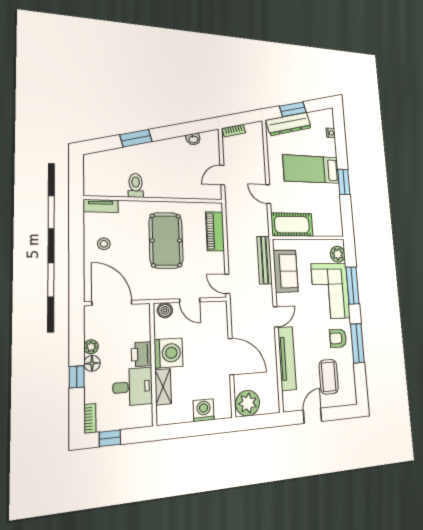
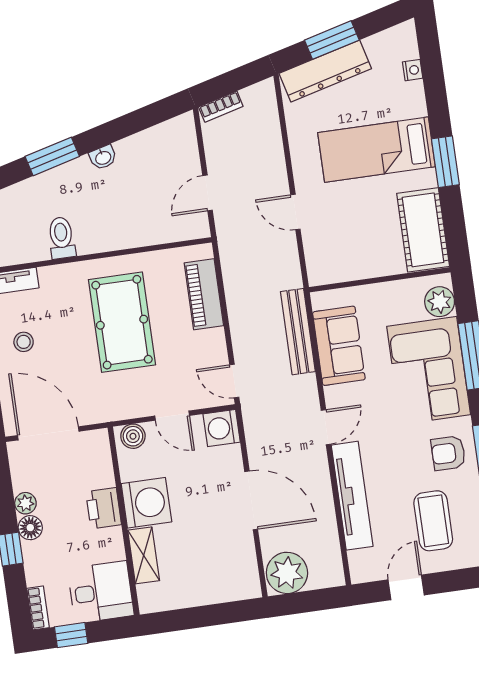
washbasin: (193, 139) -> (103, 157), moved
cot: (292, 225) -> (423, 230), moved, turned 90
desk: (133, 387) -> (101, 592), moved
washing machine: (204, 410) -> (222, 428), moved, turned -90

